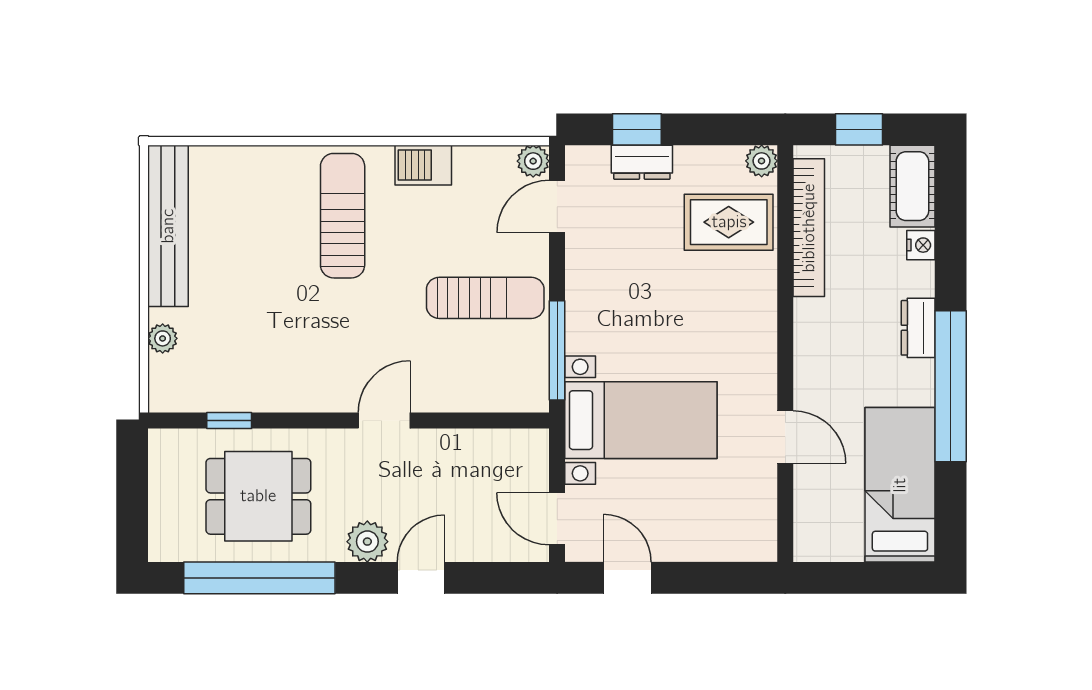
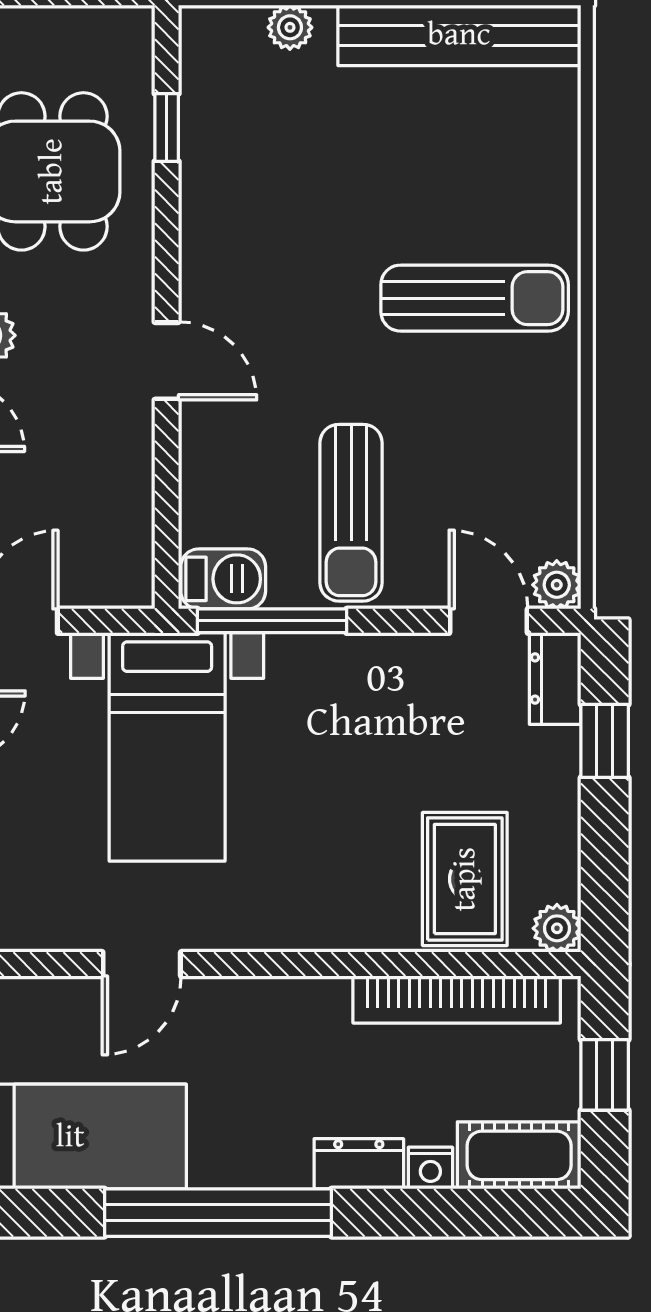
dresser: (642, 162) -> (555, 678), moved
barbecue: (423, 165) -> (223, 579), moved, turned 90
dresser: (918, 328) -> (359, 1164), moved

